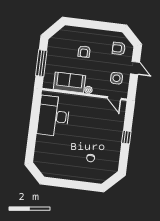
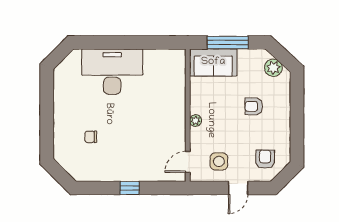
plant: (61, 36) -> (273, 68), added
sofa: (69, 82) -> (213, 62), moved, turned 90
desk: (54, 116) -> (112, 72), moved

